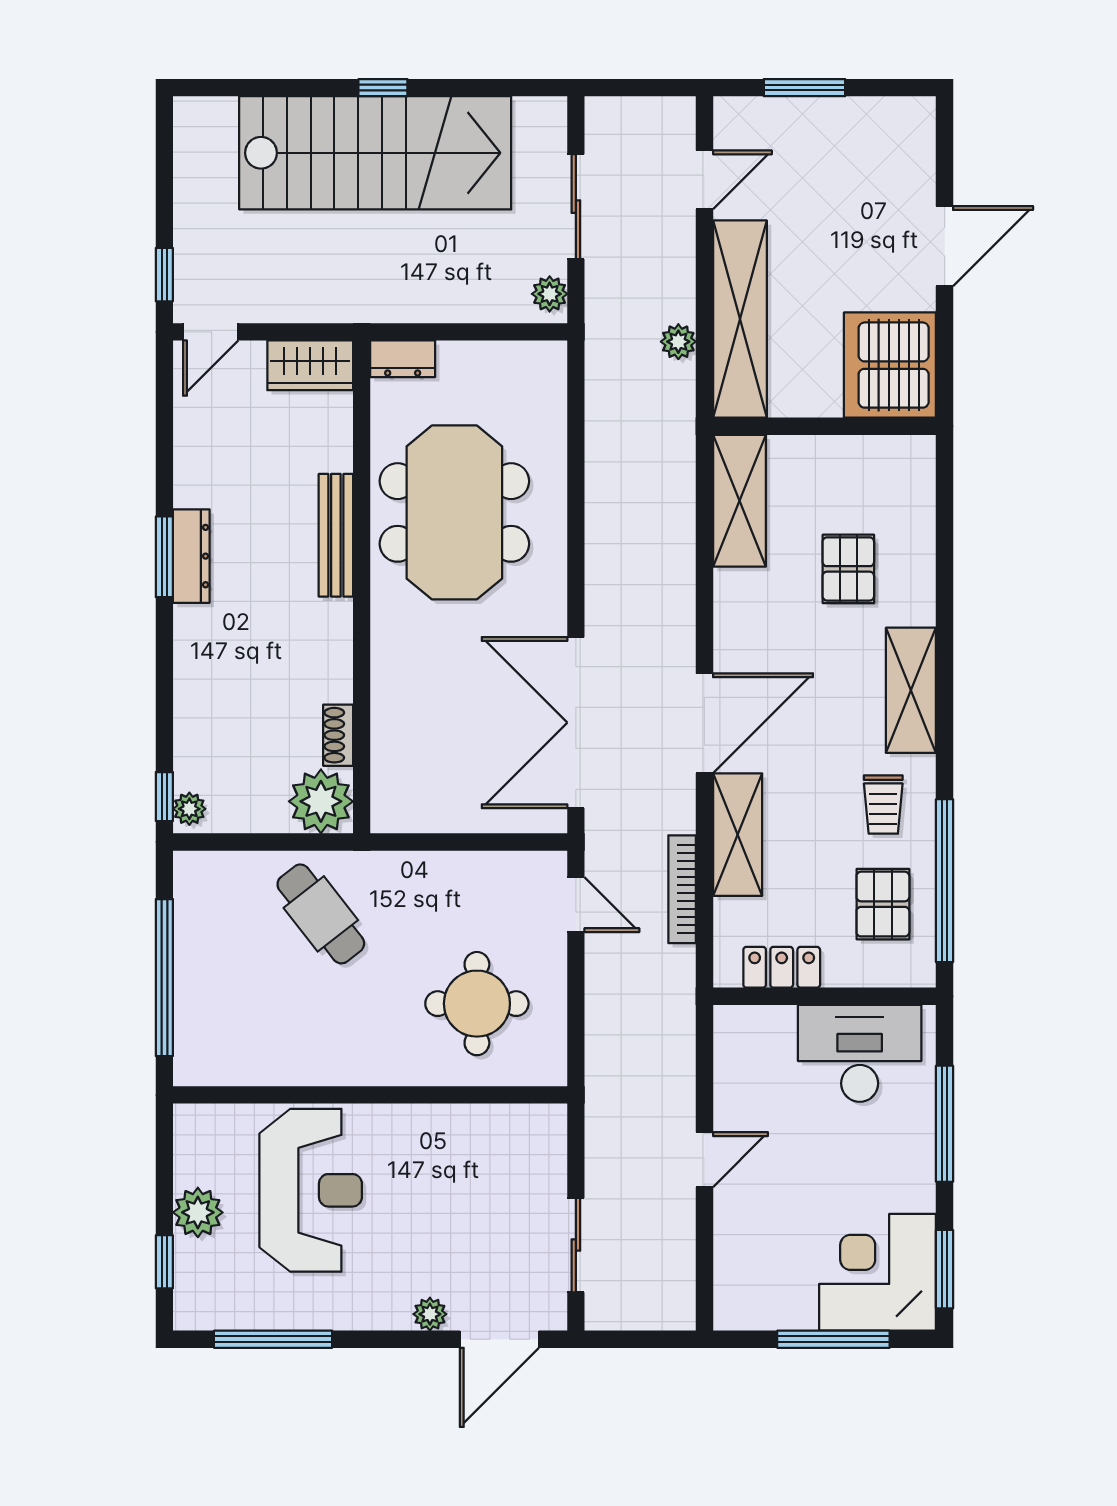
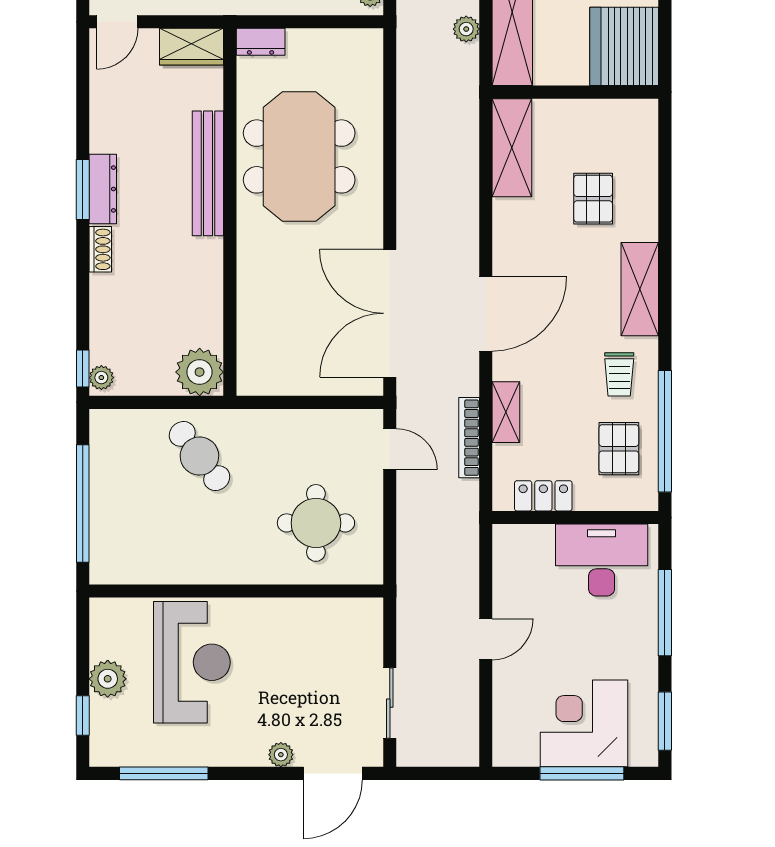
bench: (336, 535) -> (208, 173), width x1.37, depth x1.21
shoe rack: (338, 735) -> (100, 249), moved, turned 180
shelving: (738, 835) -> (506, 412), width x0.67, depth x0.75
corner desk: (878, 1272) -> (584, 723), moved

